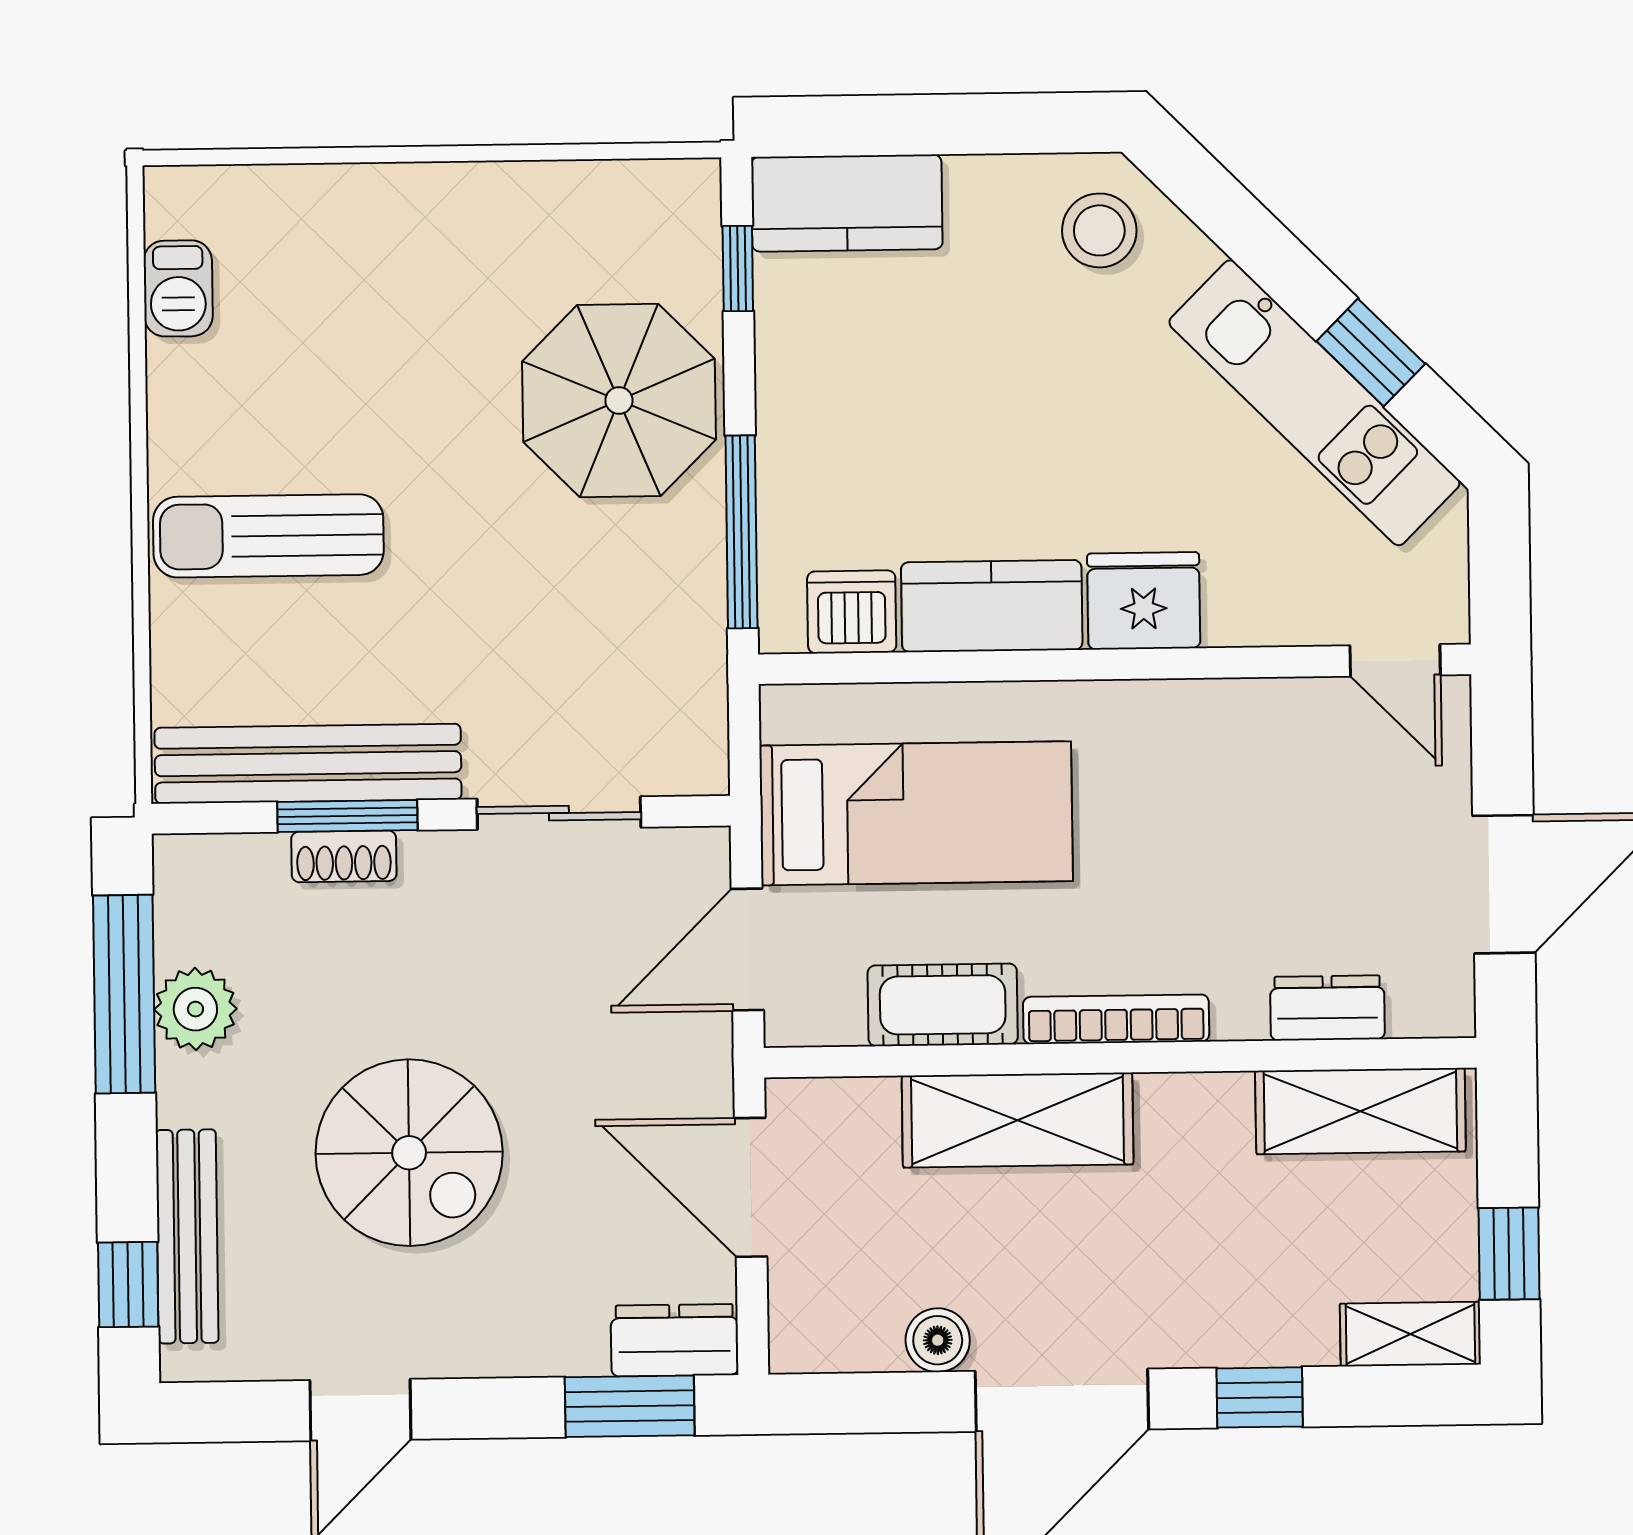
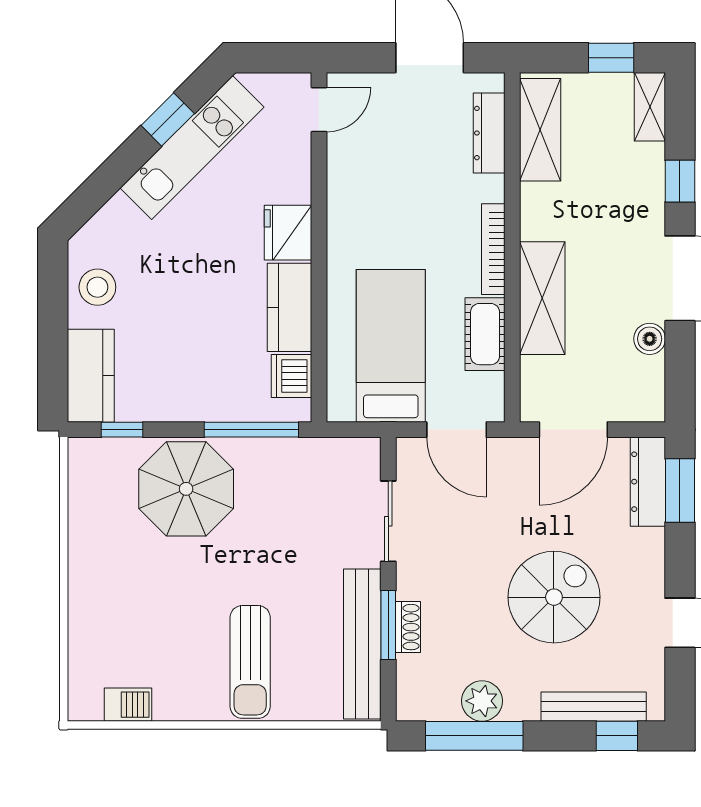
stool: (1099, 230) -> (97, 287), moved
dresser: (1327, 1008) -> (489, 133), width x1.44
dresser: (675, 1340) -> (648, 482), width x1.44

